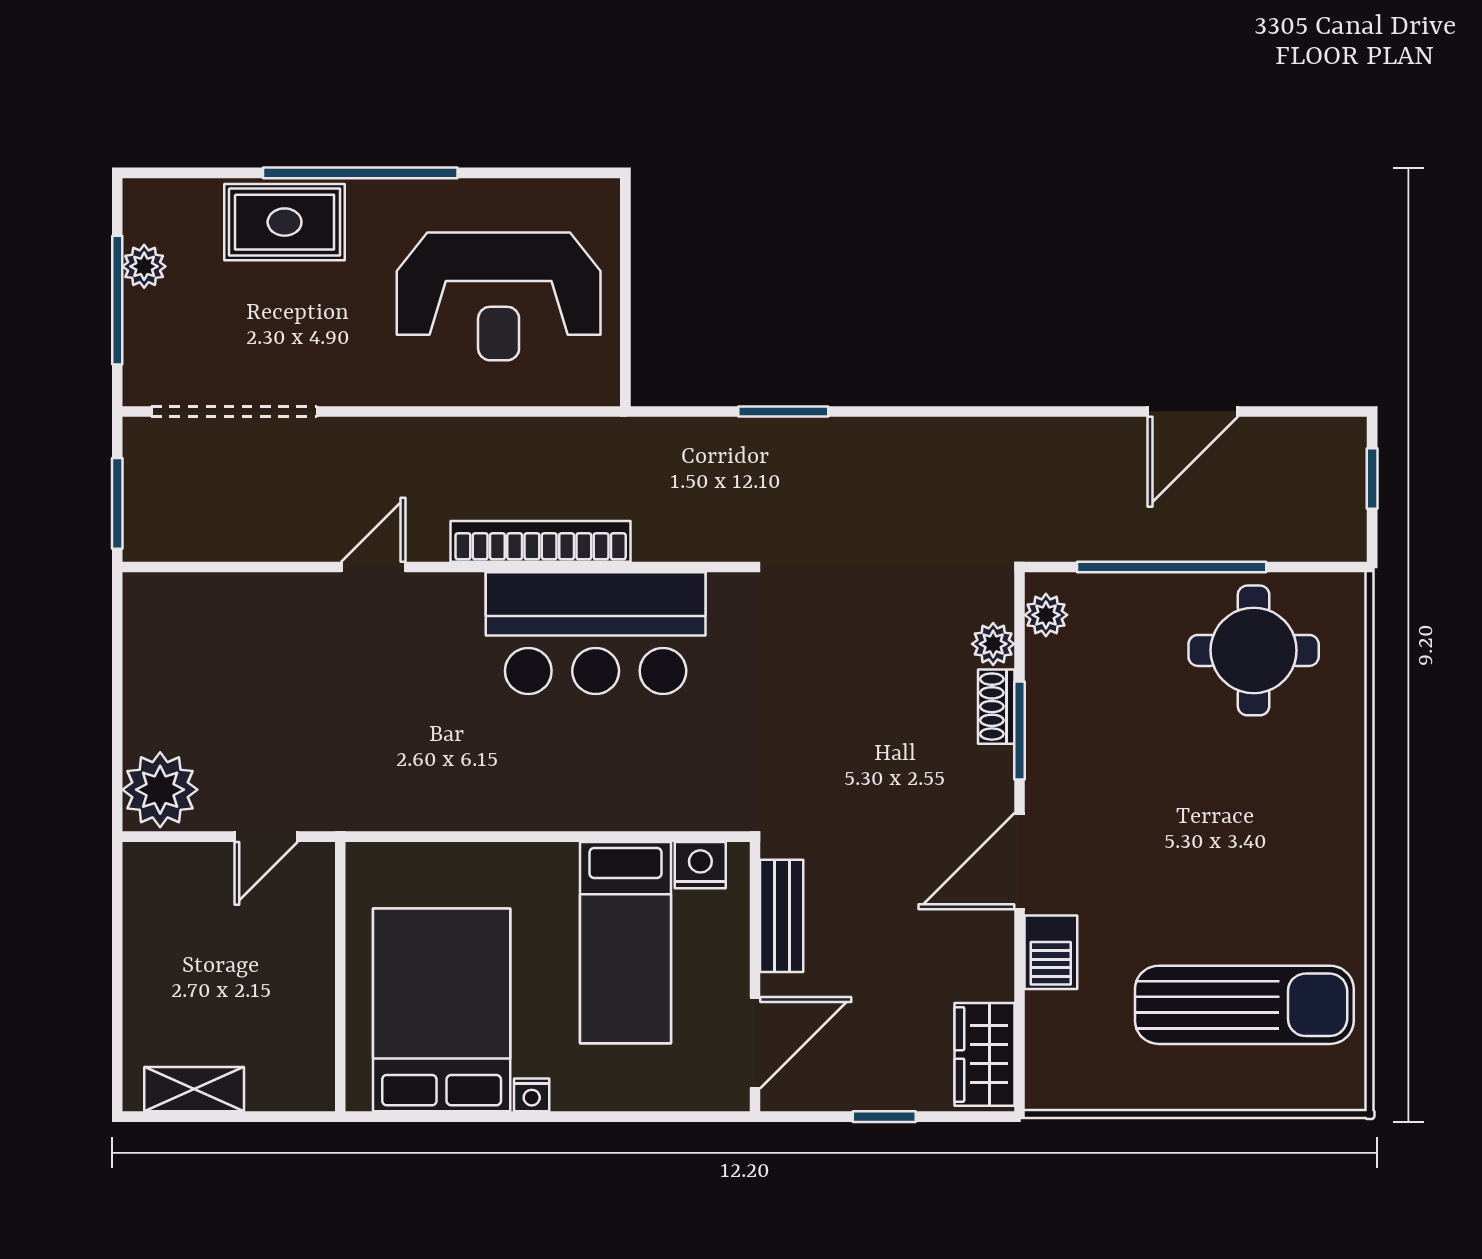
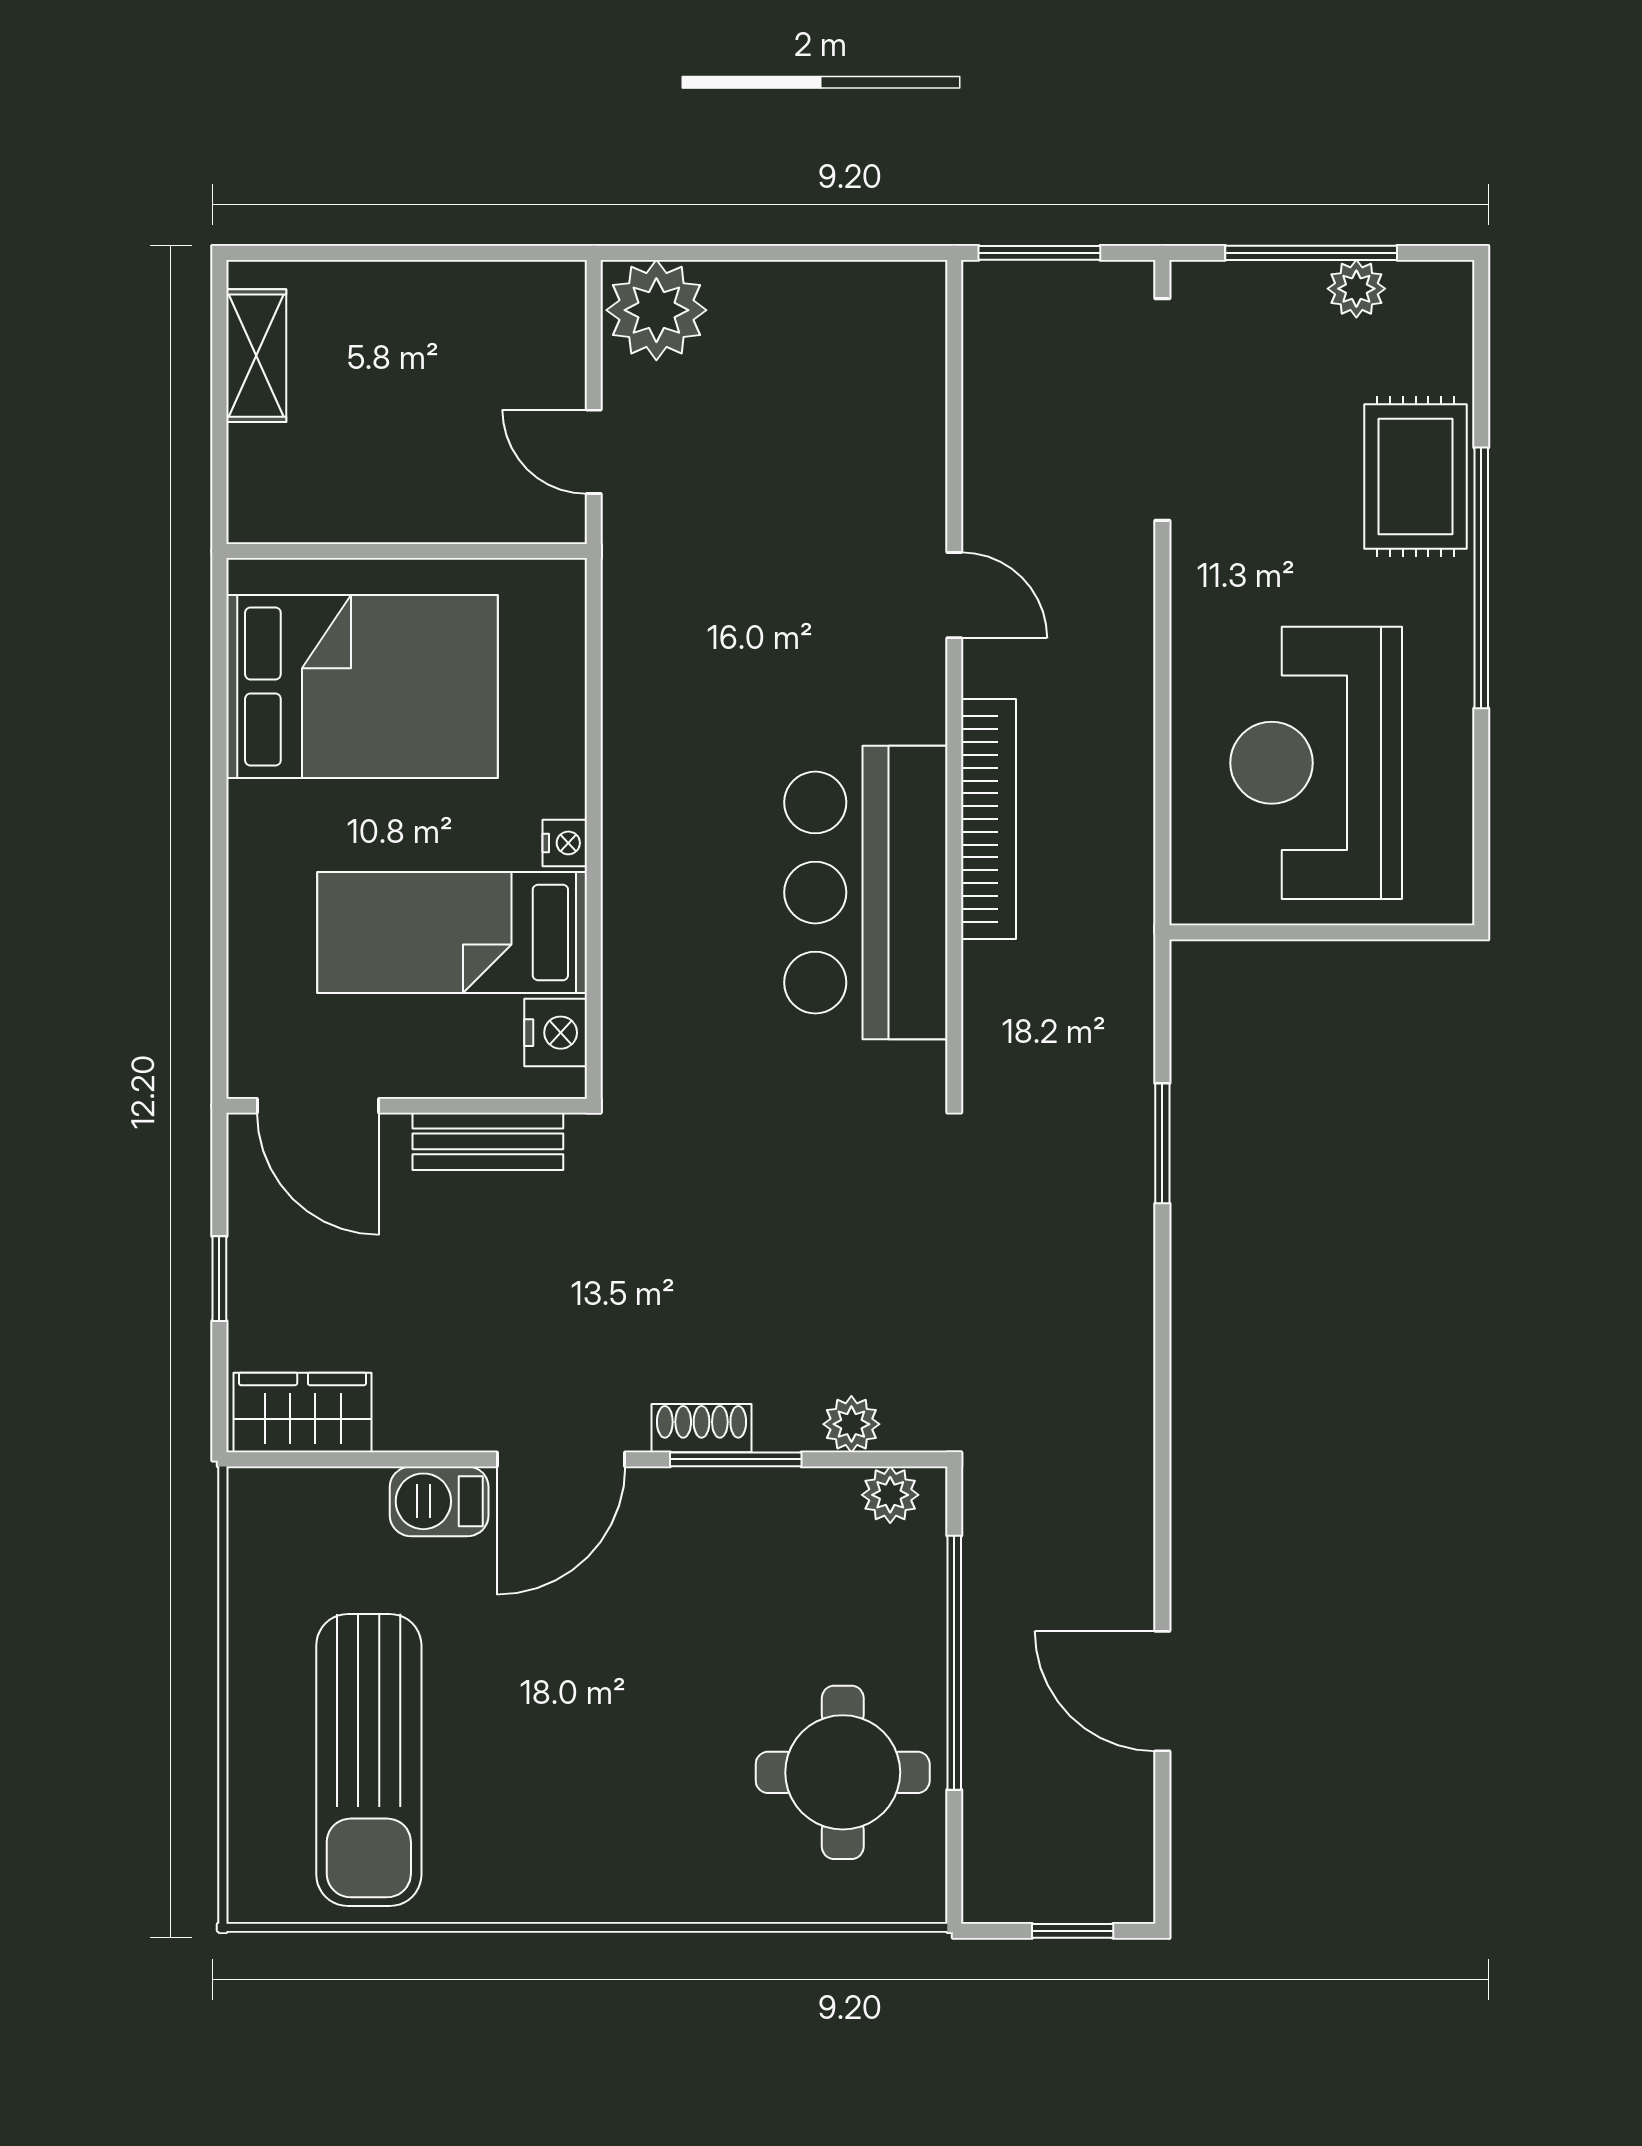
shoe rack: (996, 707) -> (702, 1428), moved
door: (1019, 861) -> (561, 1459), swing flipped
nightstand: (532, 1095) -> (565, 843), moved, turned 180

